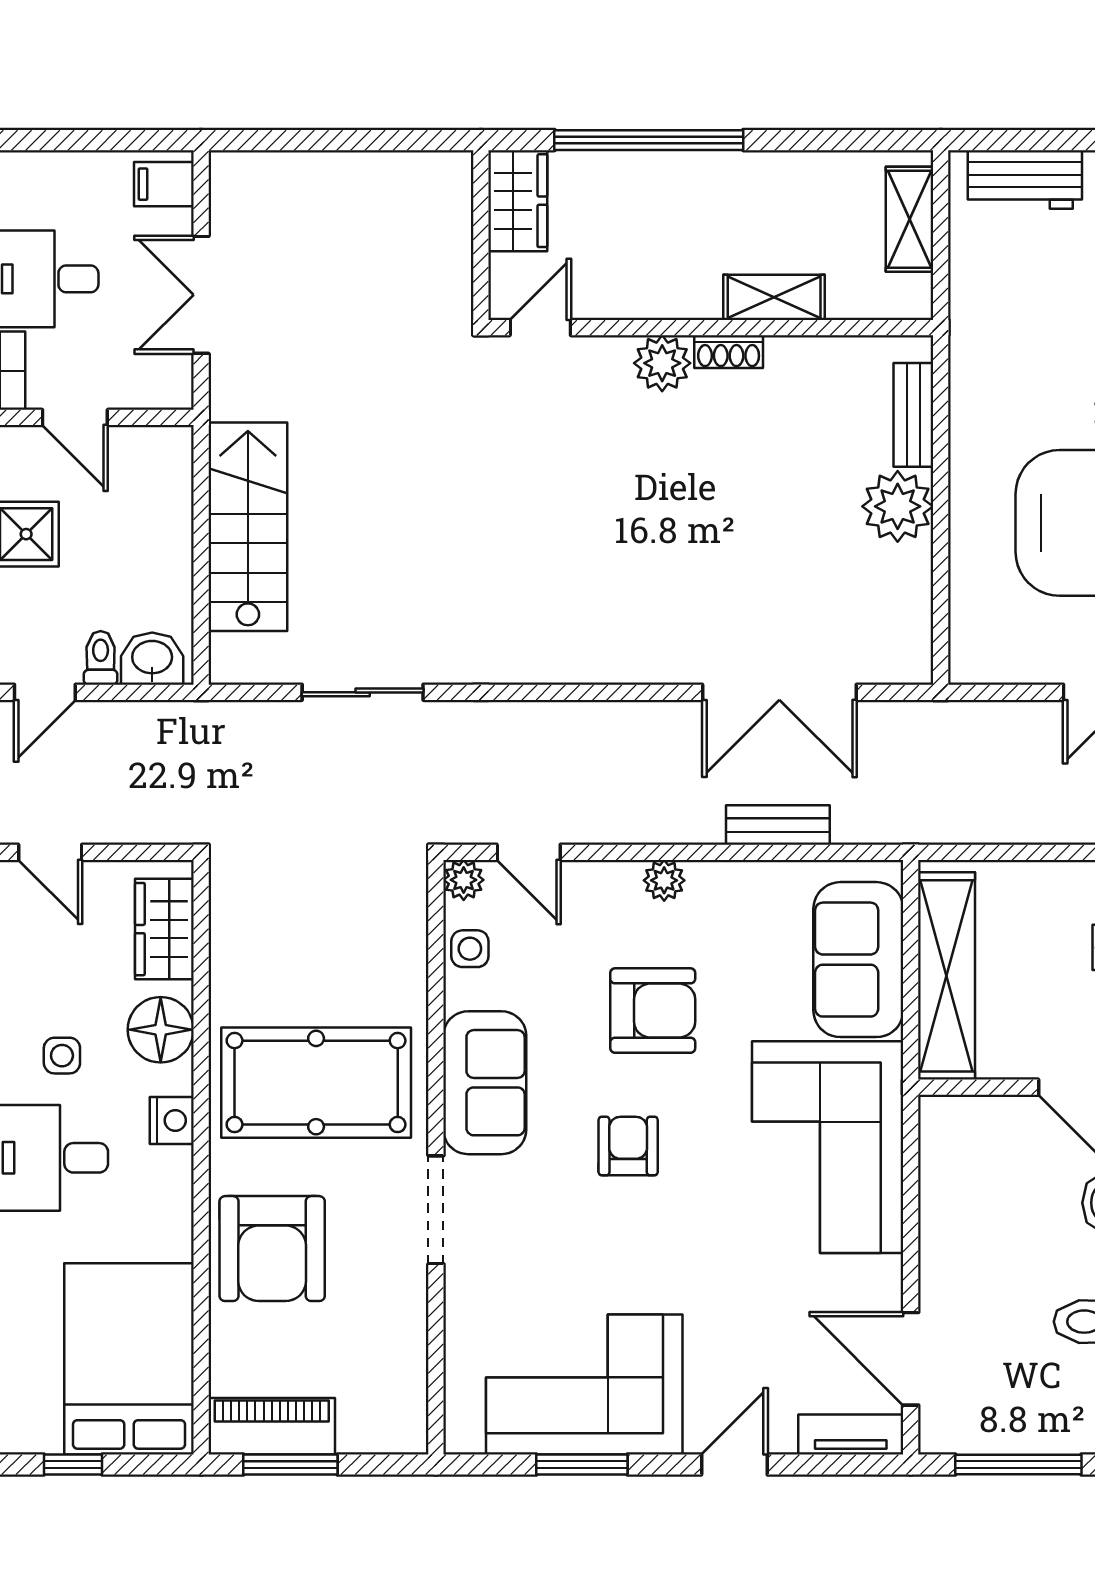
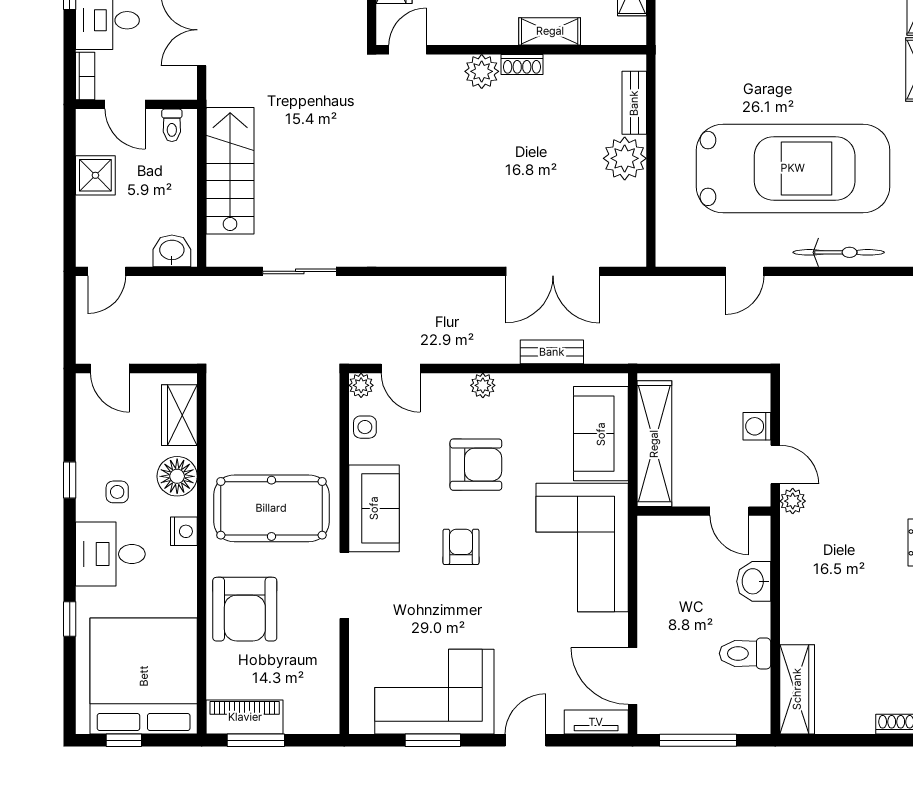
toilet: (101, 658) -> (172, 125), moved, turned 180
bed: (129, 1359) -> (144, 676), width x1.36

